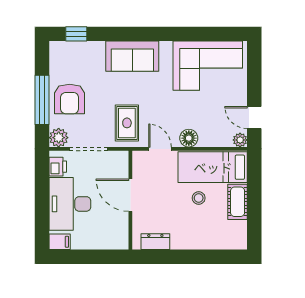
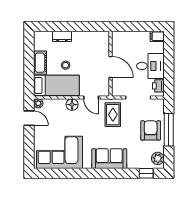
plant: (59, 138) -> (158, 158), moved
desk: (70, 204) -> (150, 66), width x0.73
dresser: (155, 242) -> (62, 36), moved

